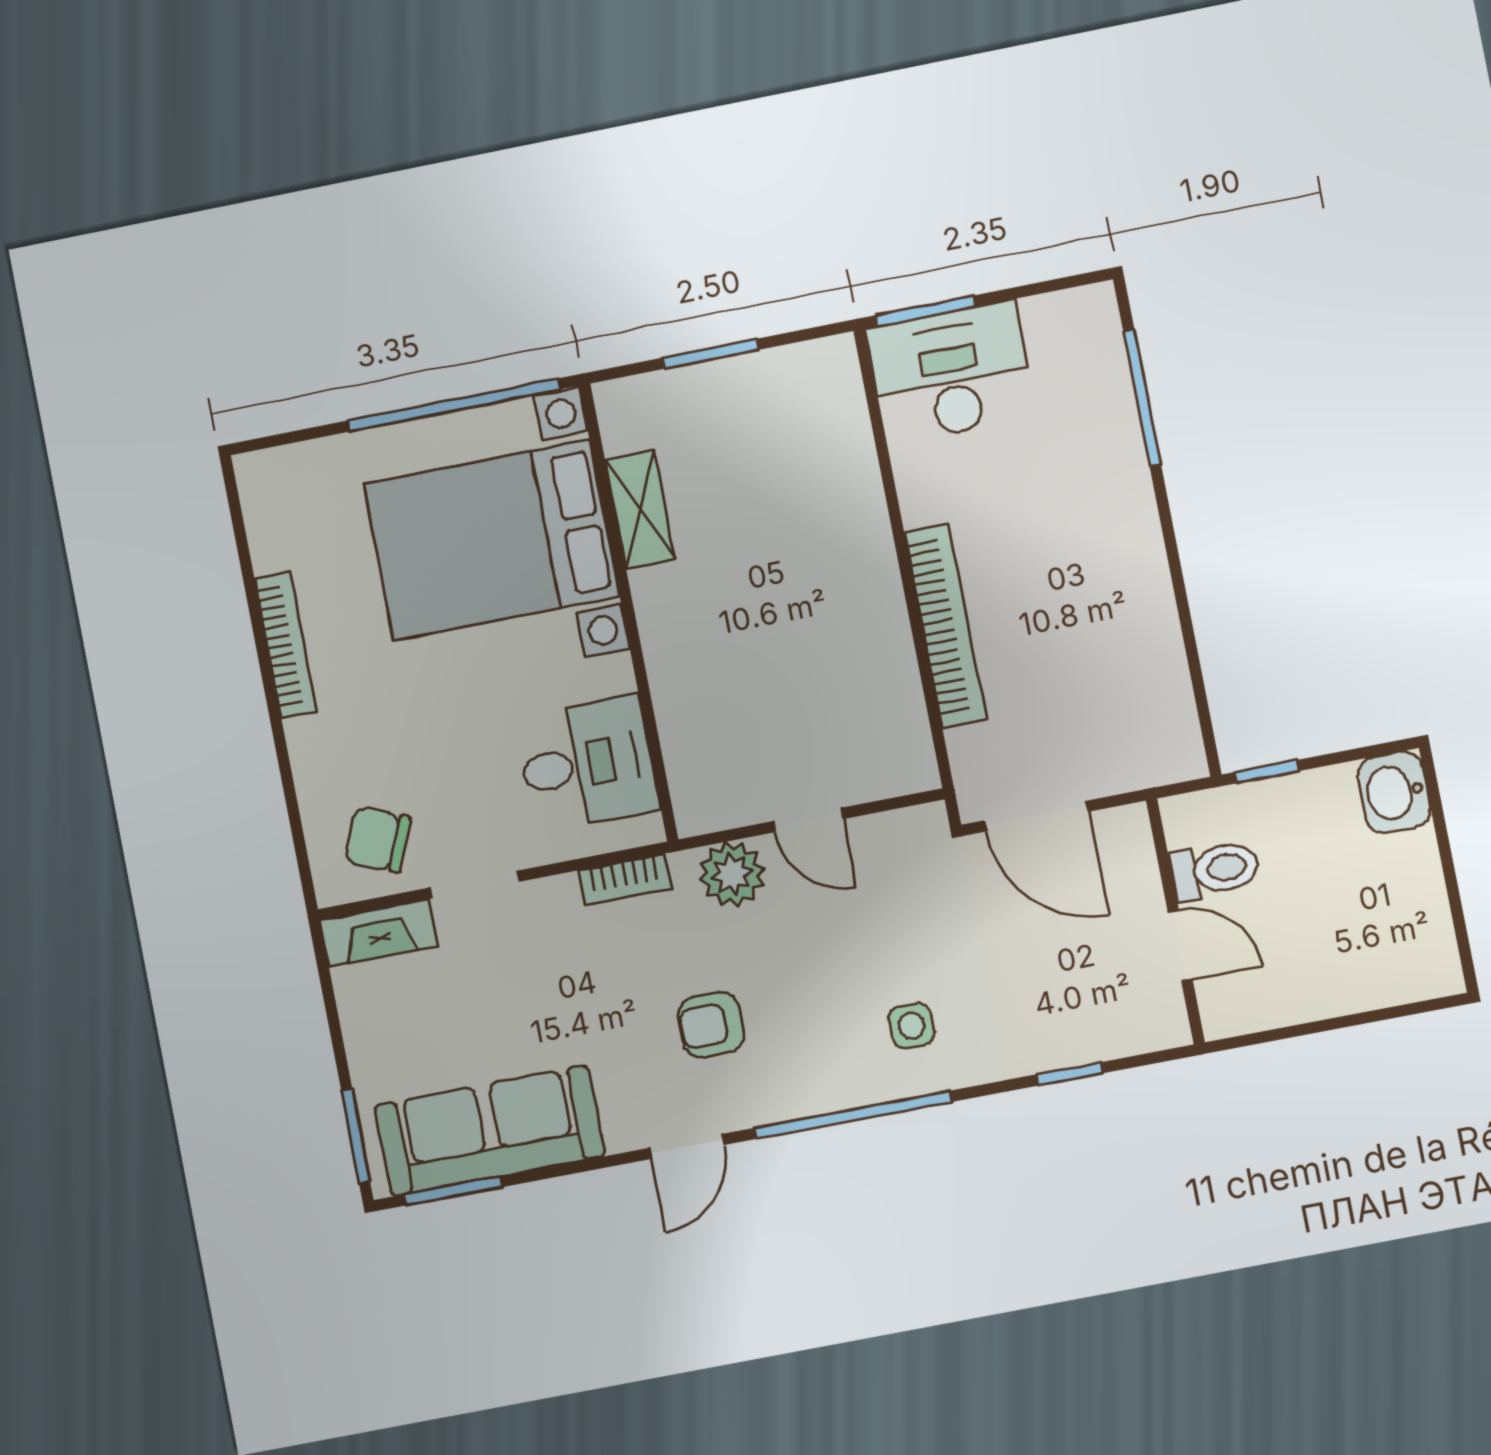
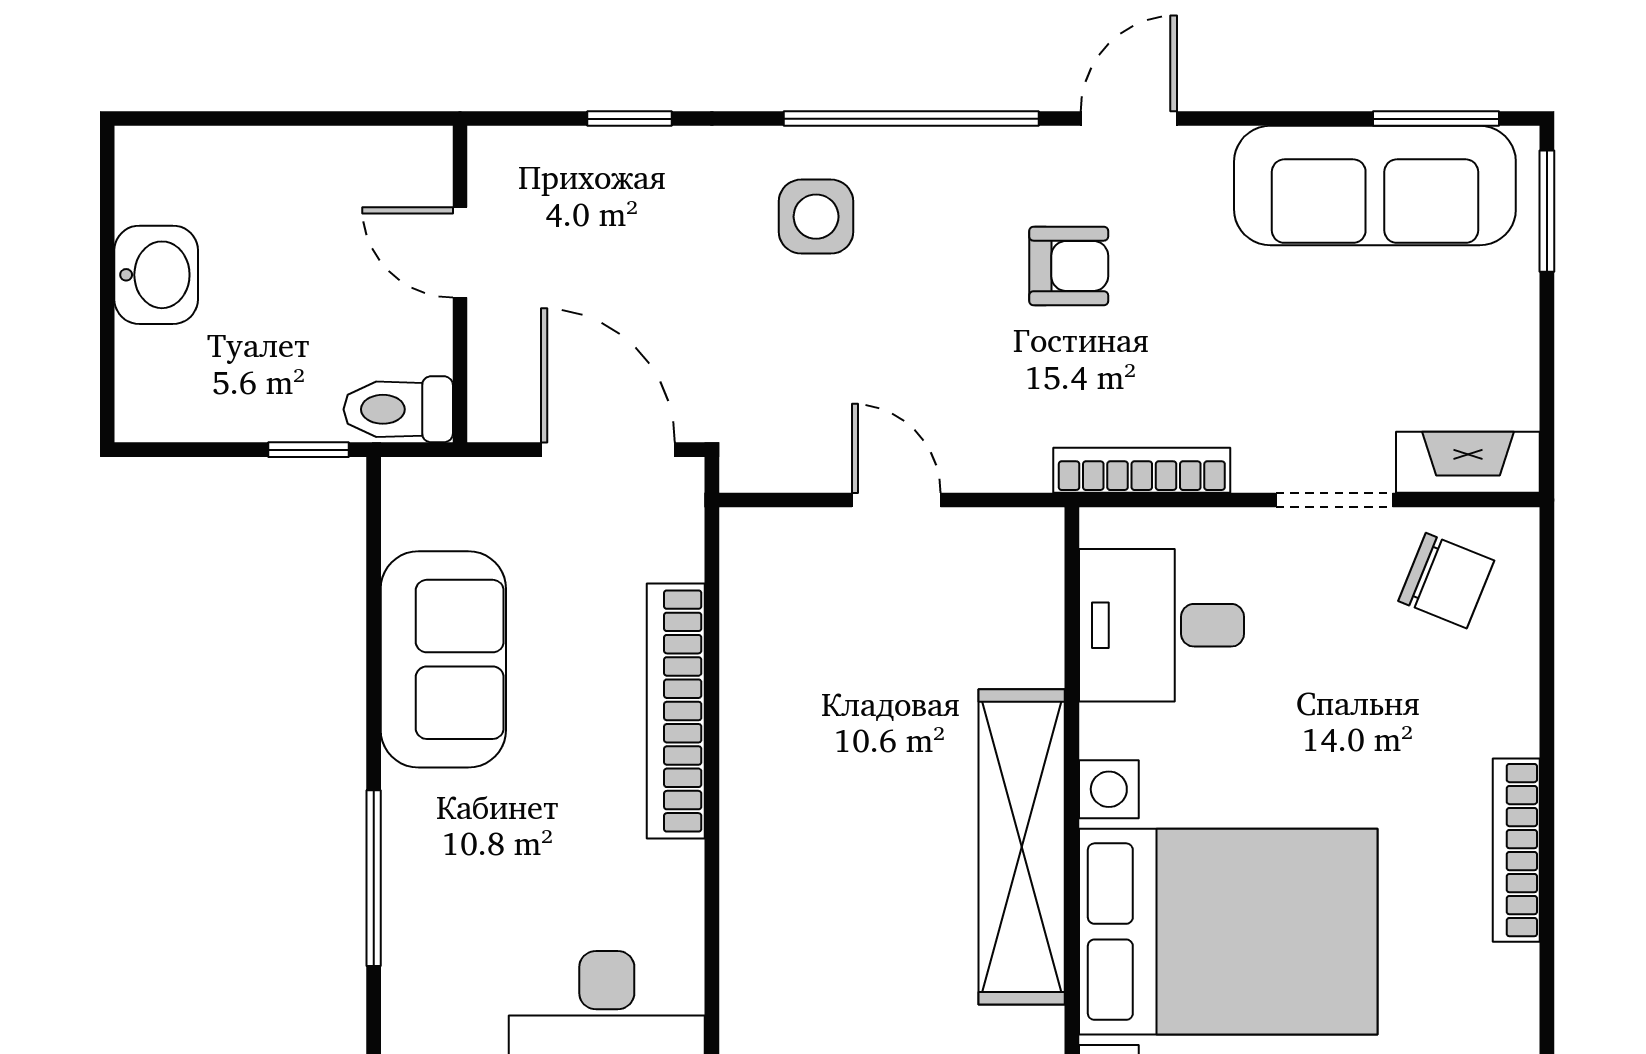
window: (1142, 398) -> (374, 878), moved
shelving: (640, 510) -> (1022, 847), width x2.20, depth x1.33
sofa: (1132, 630) -> (443, 659), added
washbasin: (1394, 792) -> (156, 275), moved
toilet: (1215, 870) -> (398, 409), moved
plant: (732, 874) -> (1005, 450), removed
bookcase: (625, 879) -> (1142, 470), width x1.56
side table: (912, 1026) -> (816, 217), width x1.37, depth x1.37

